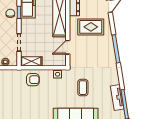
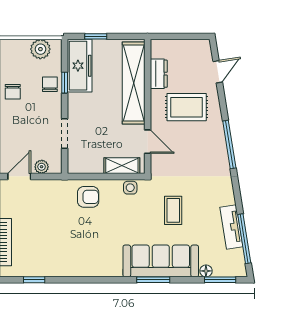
door: (68, 47) -> (148, 142), swing flipped
shelving: (31, 61) -> (122, 166), moved

